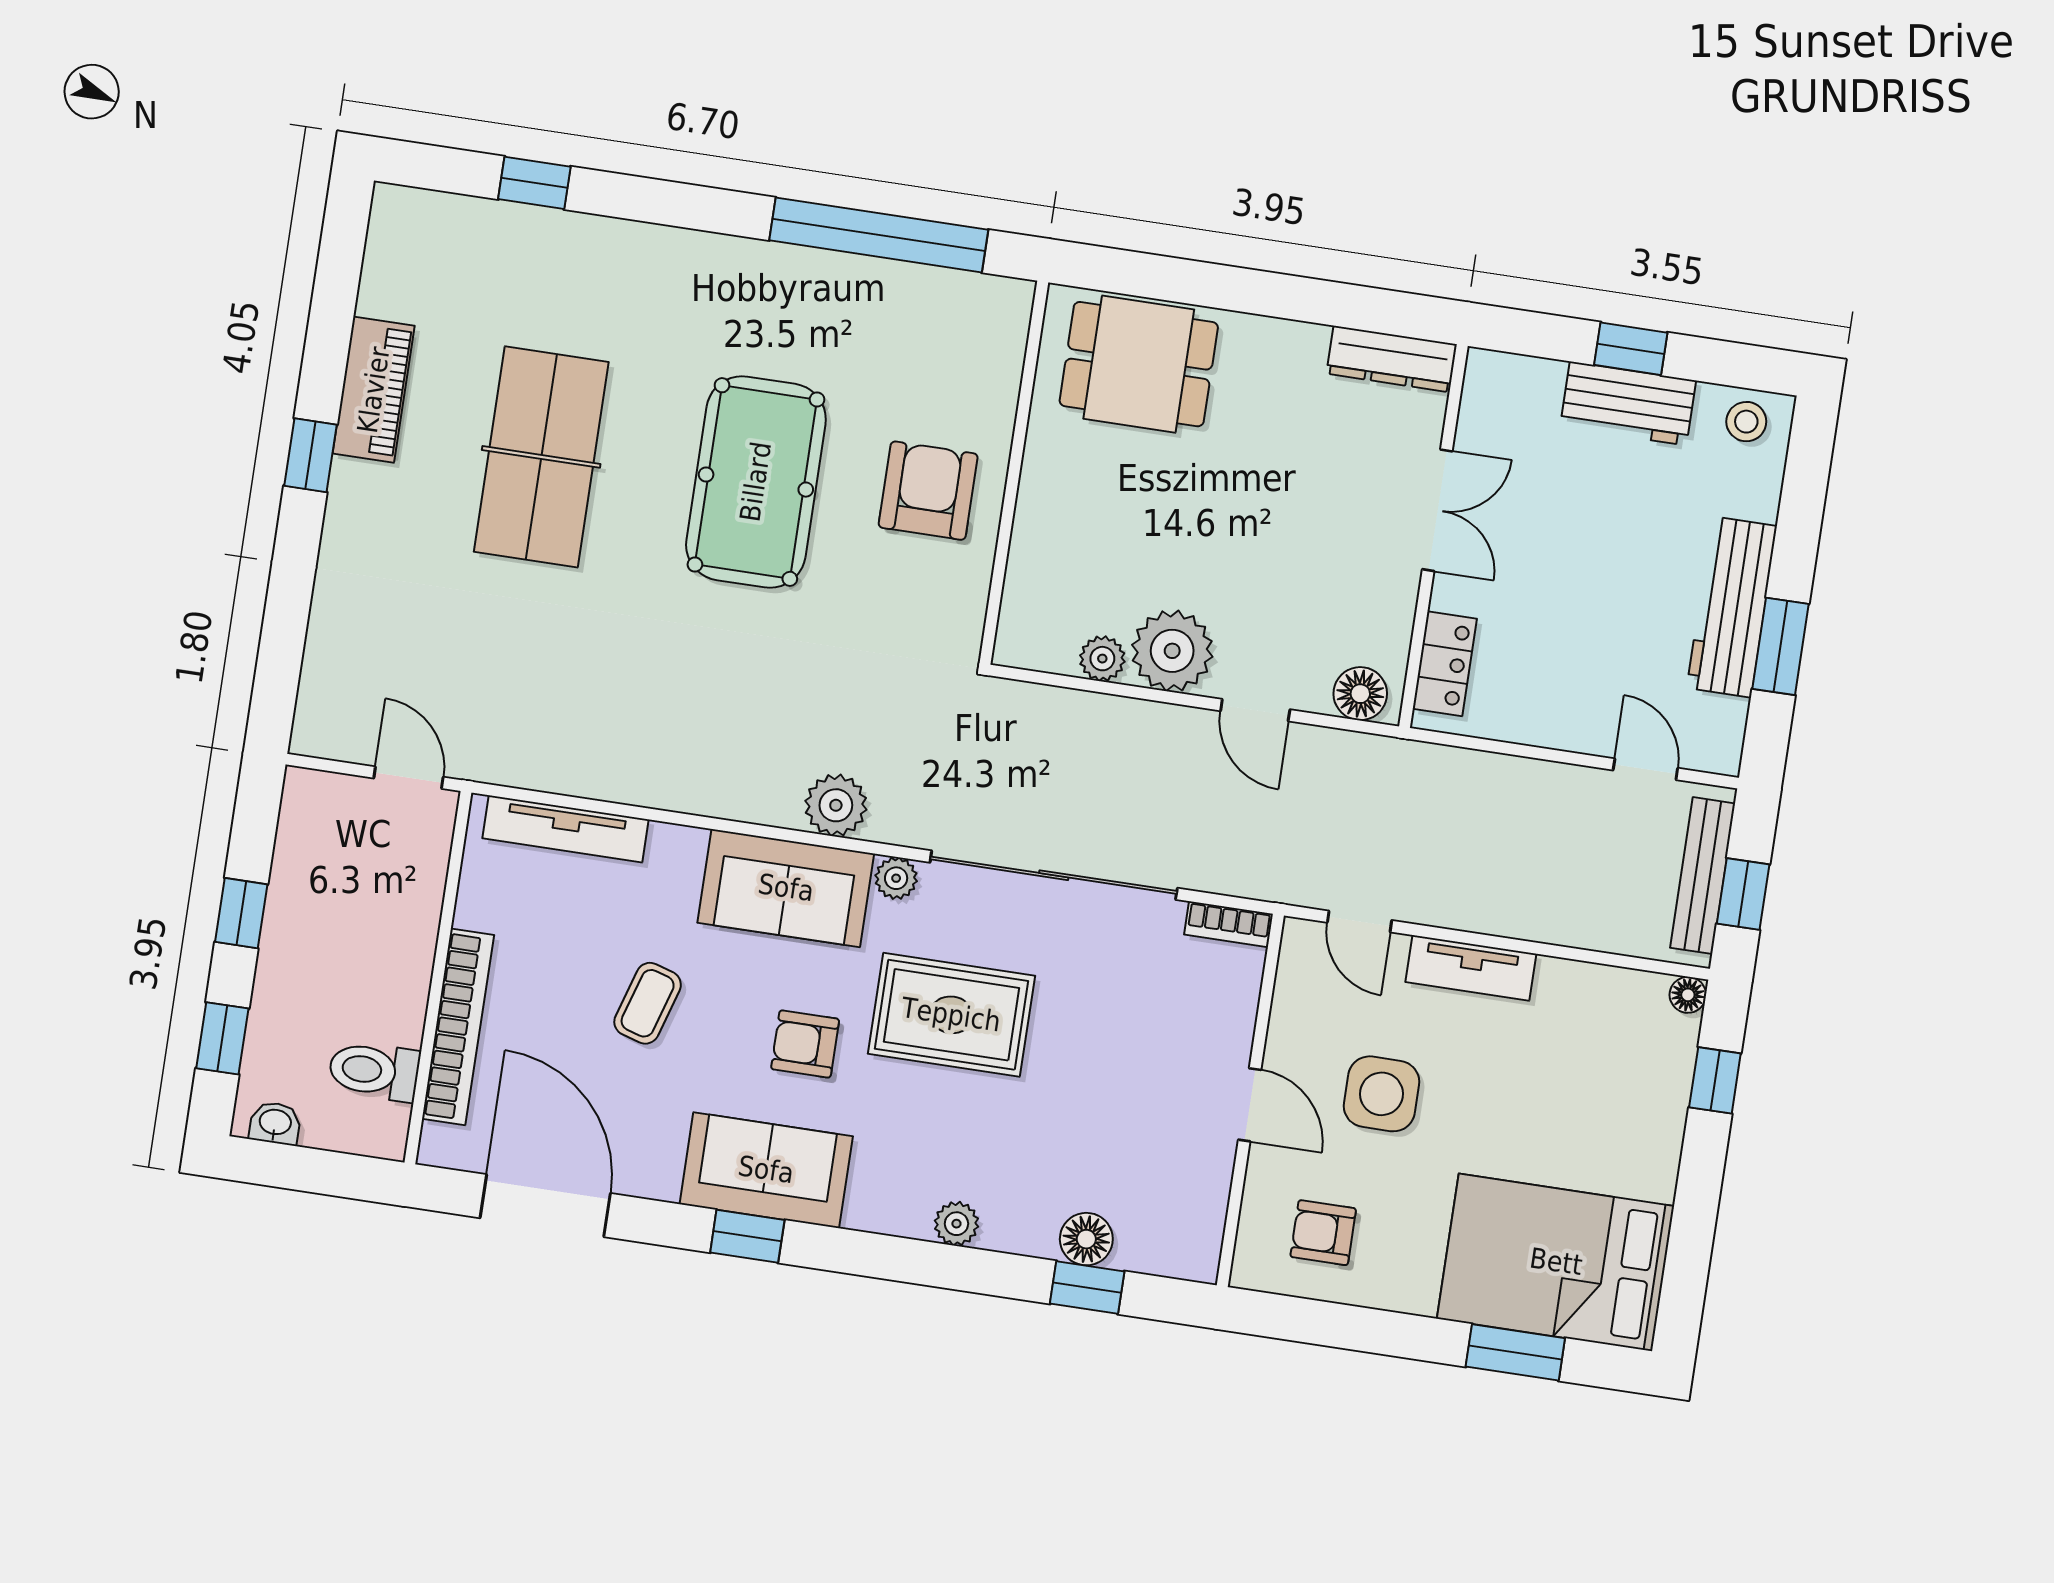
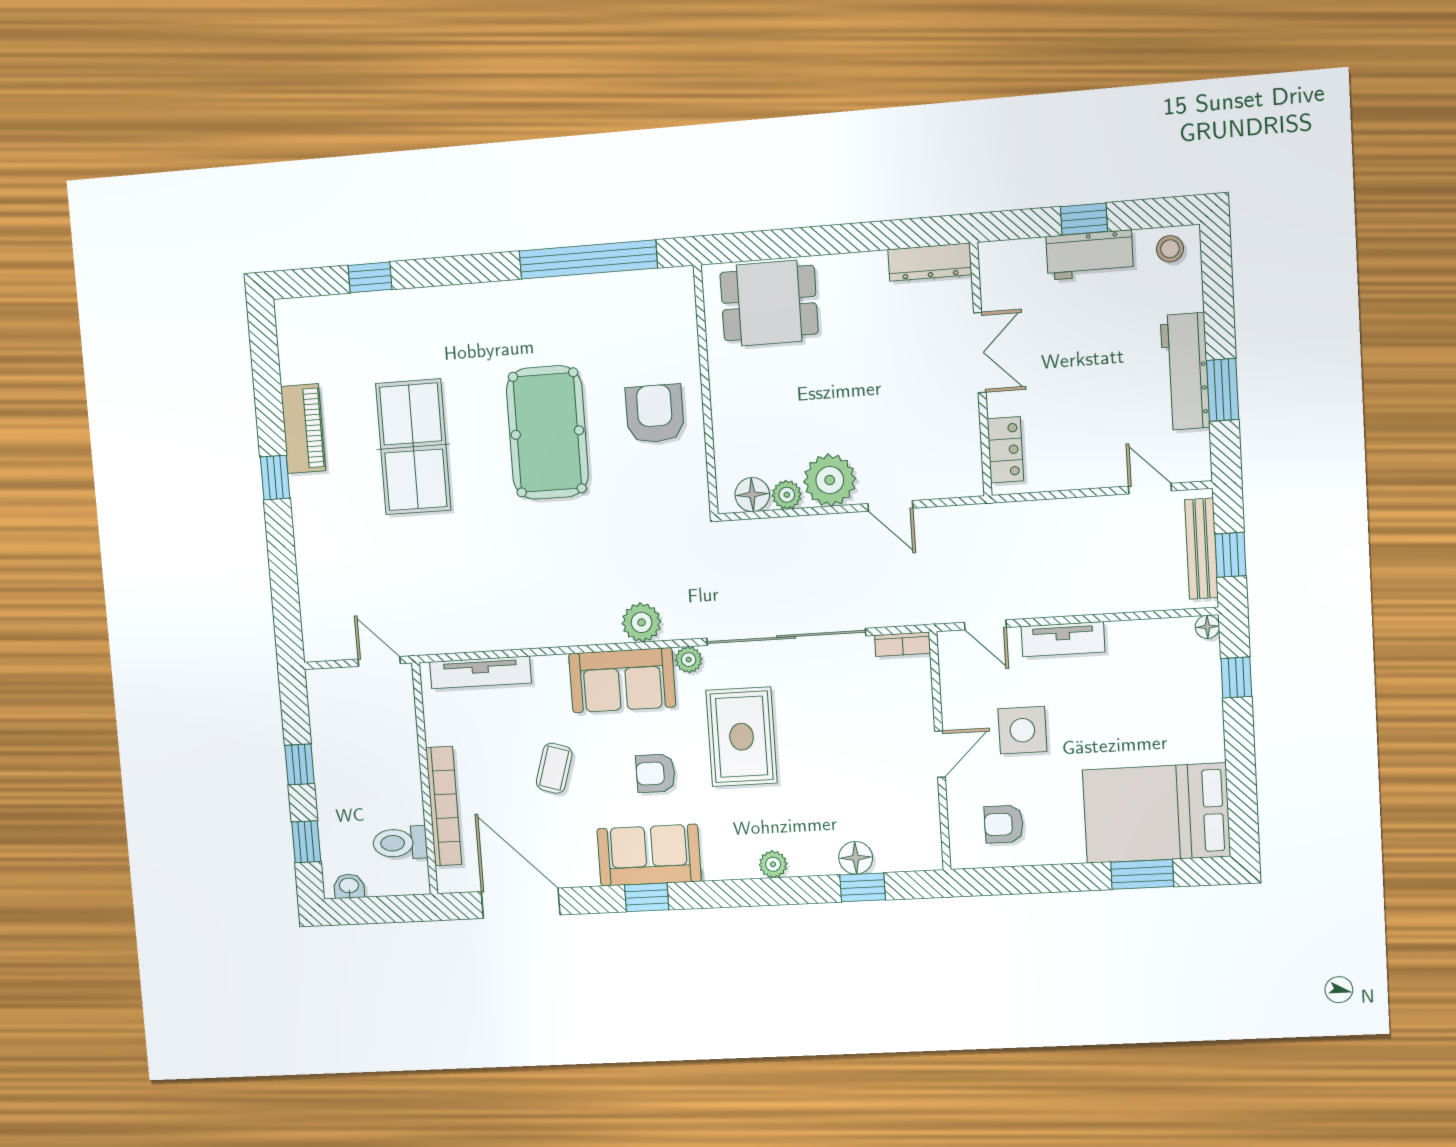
floor lamp: (1360, 694) -> (752, 495), moved
rug: (951, 1015) -> (742, 737), turned 90
door: (1250, 1105) -> (940, 754), hinge flipped

